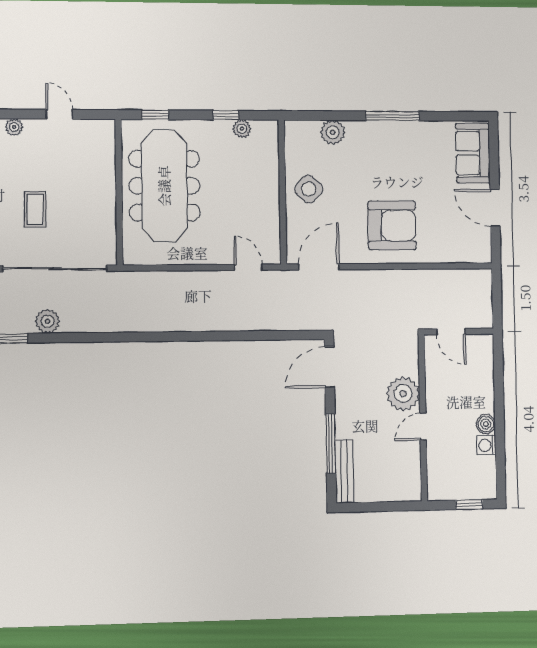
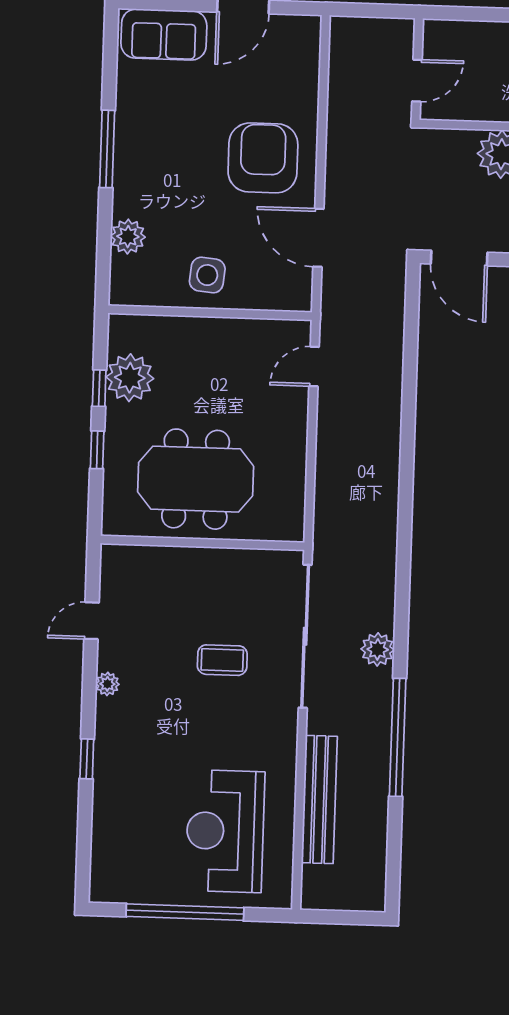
window: (155, 115) -> (97, 450), moved
plant: (242, 129) -> (130, 378), width x1.87, depth x1.87
meeting table: (164, 186) -> (196, 479), width x0.73
side table: (309, 189) -> (207, 275), turned -36
door: (319, 267) -> (318, 238), moved

